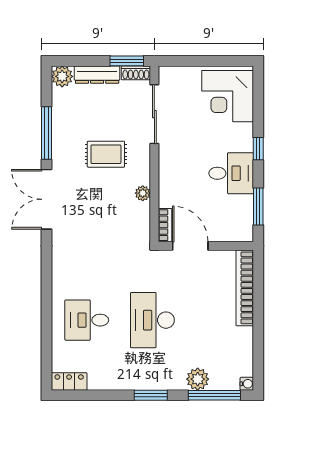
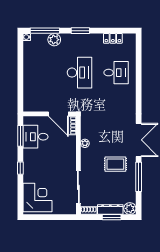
window: (127, 61) -> (112, 217), moved
rug: (106, 154) -> (115, 164), moved
desk: (231, 173) -> (36, 137), moved
bookcase: (245, 288) -> (28, 91), removed
locker: (69, 381) -> (113, 38), moved

